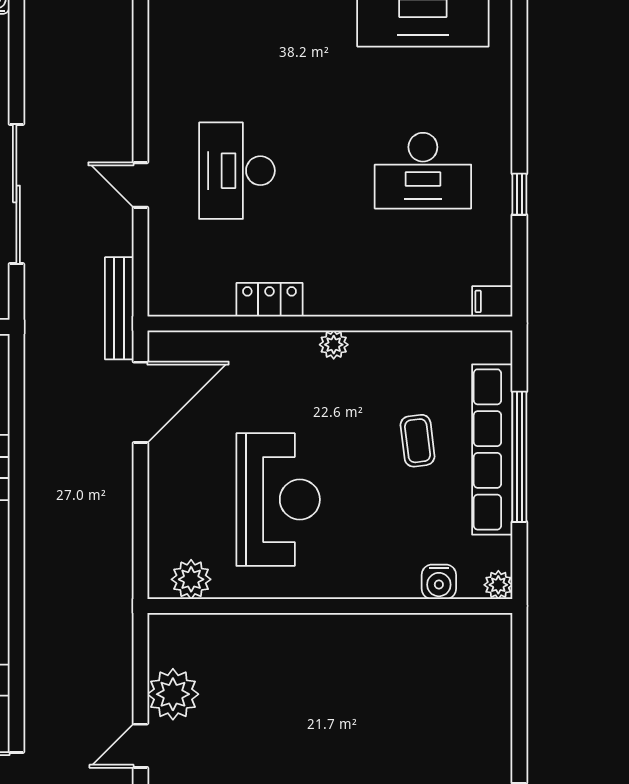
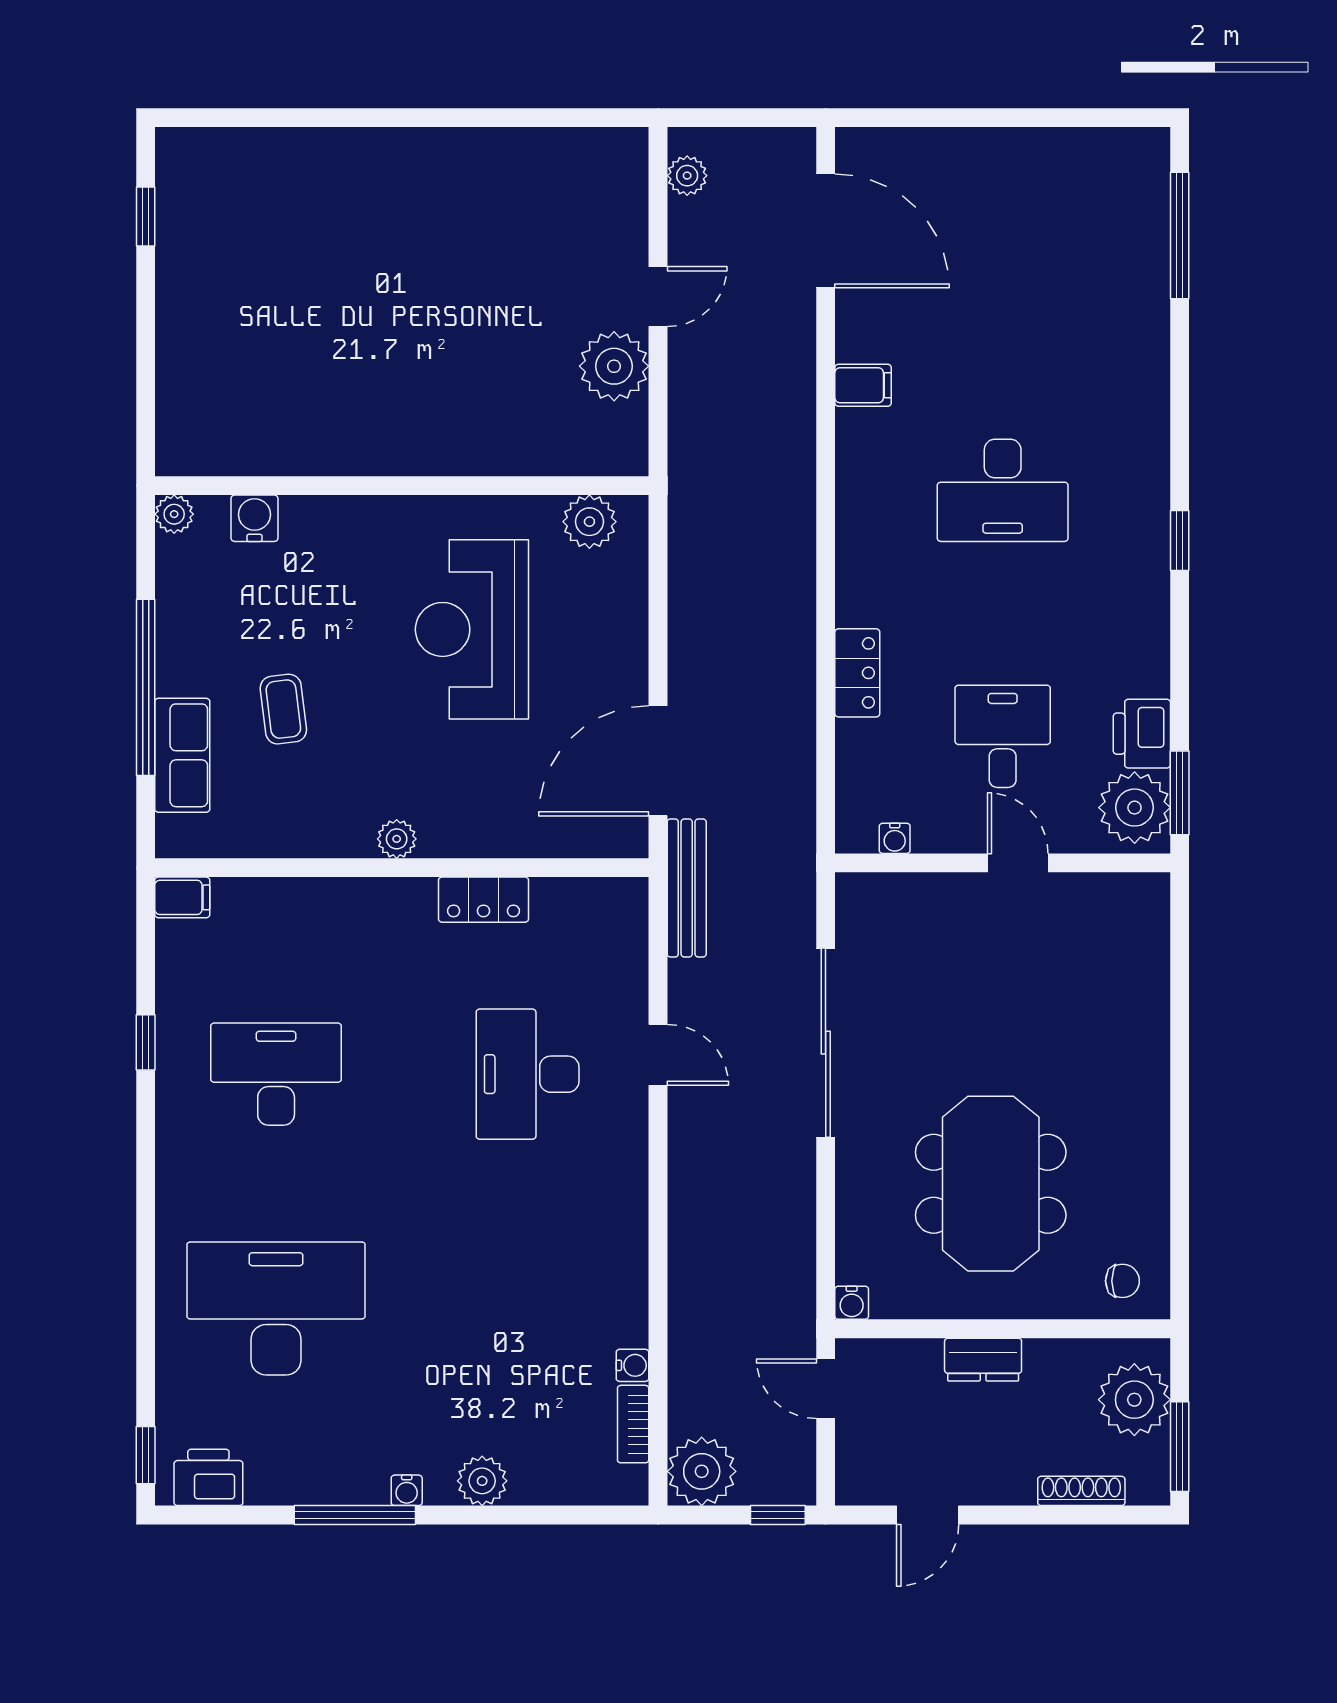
desk: (237, 171) -> (528, 1074), turned 180
row of seats: (492, 449) -> (182, 755), width x0.50

